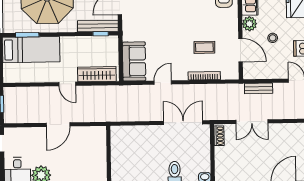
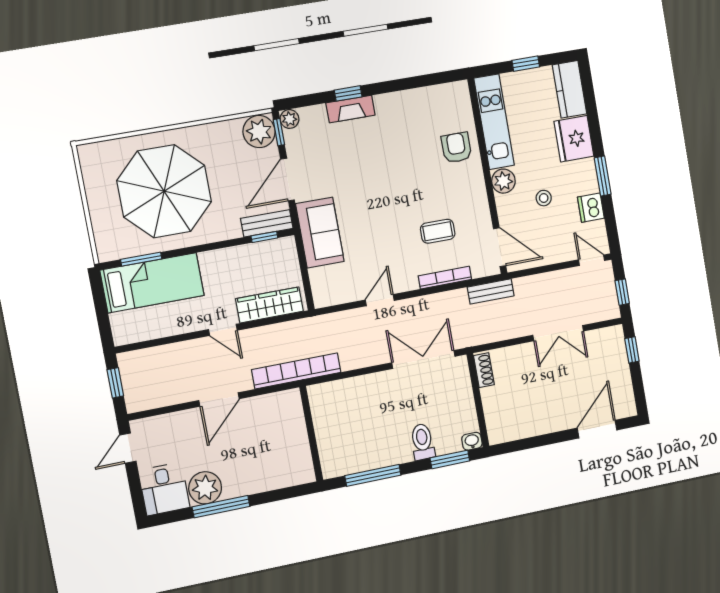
bench: (98, 26) -> (267, 223), width x0.73
door: (240, 50) -> (500, 247), moved
sofa: (134, 61) -> (320, 233), moved
bench: (259, 88) -> (491, 291), moved
bookcase: (106, 116) -> (296, 371), added
double door: (252, 122) -> (558, 333), moved

